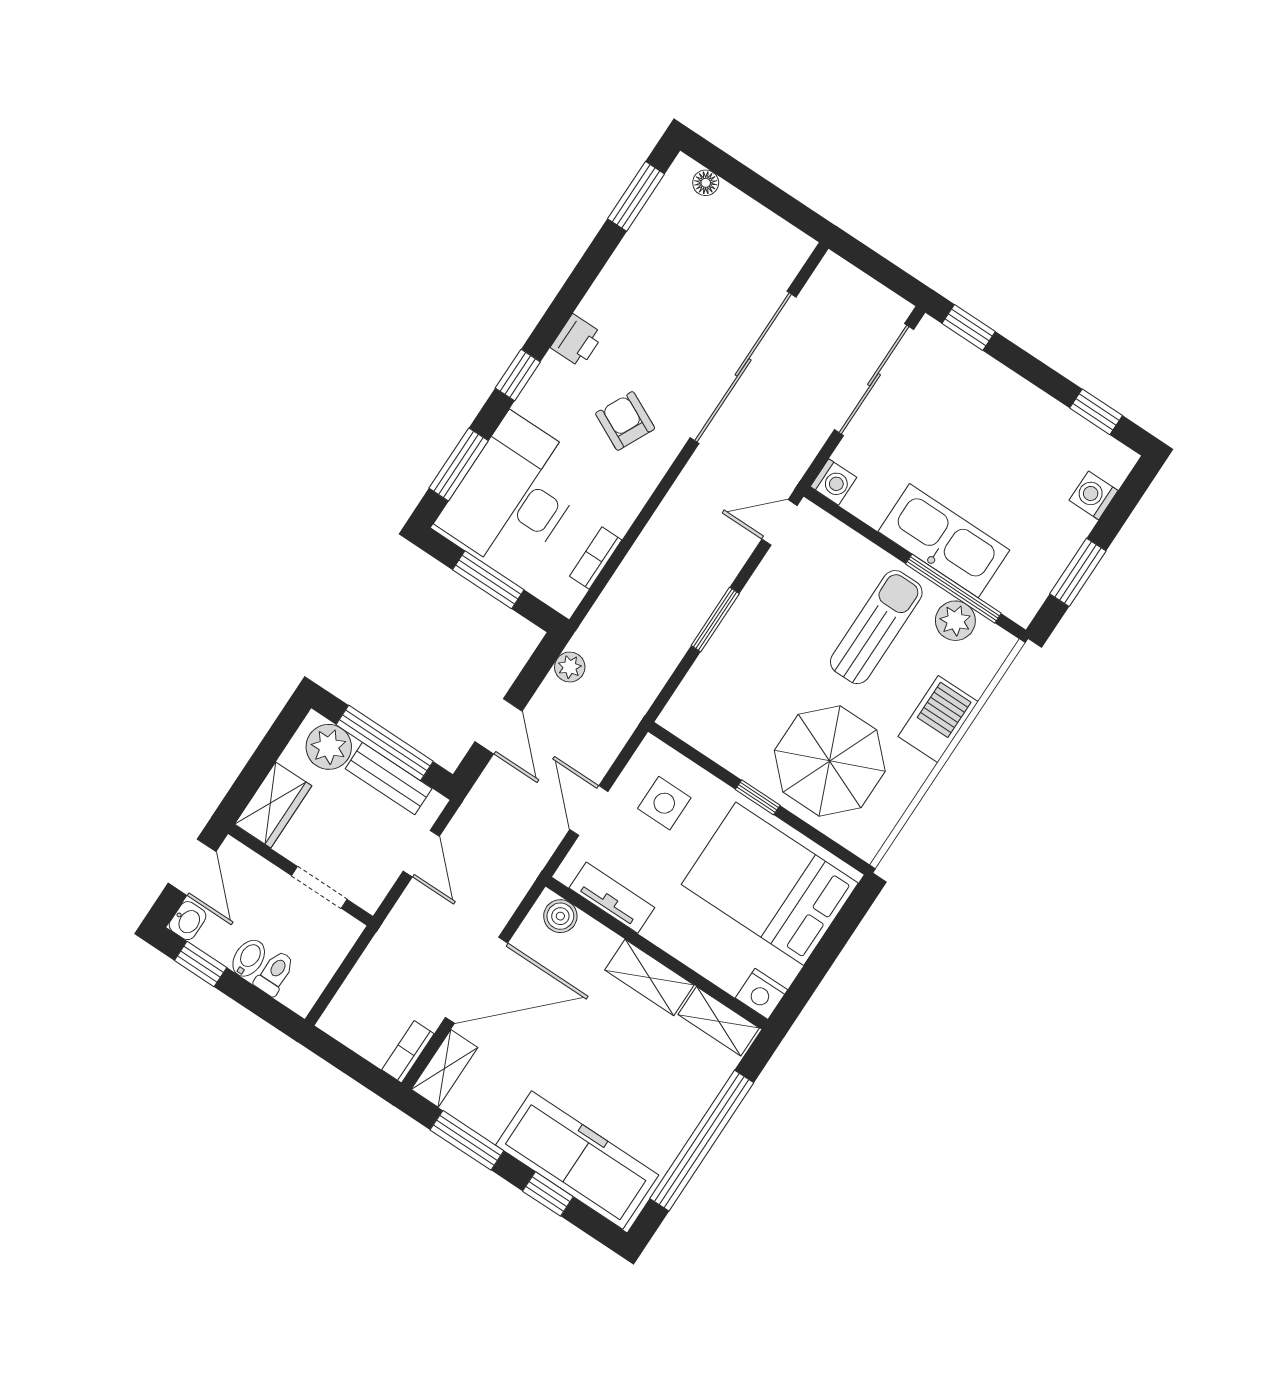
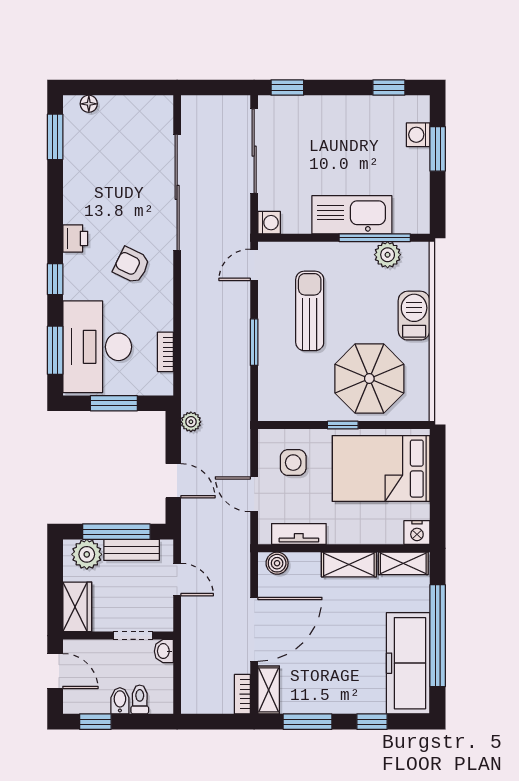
window: (1078, 572) -> (438, 149), moved
sun lounger: (876, 627) -> (310, 311), moved
washbasin: (188, 921) -> (164, 651), moved, turned 180
freezer: (577, 1160) -> (408, 663), moved, turned -90

